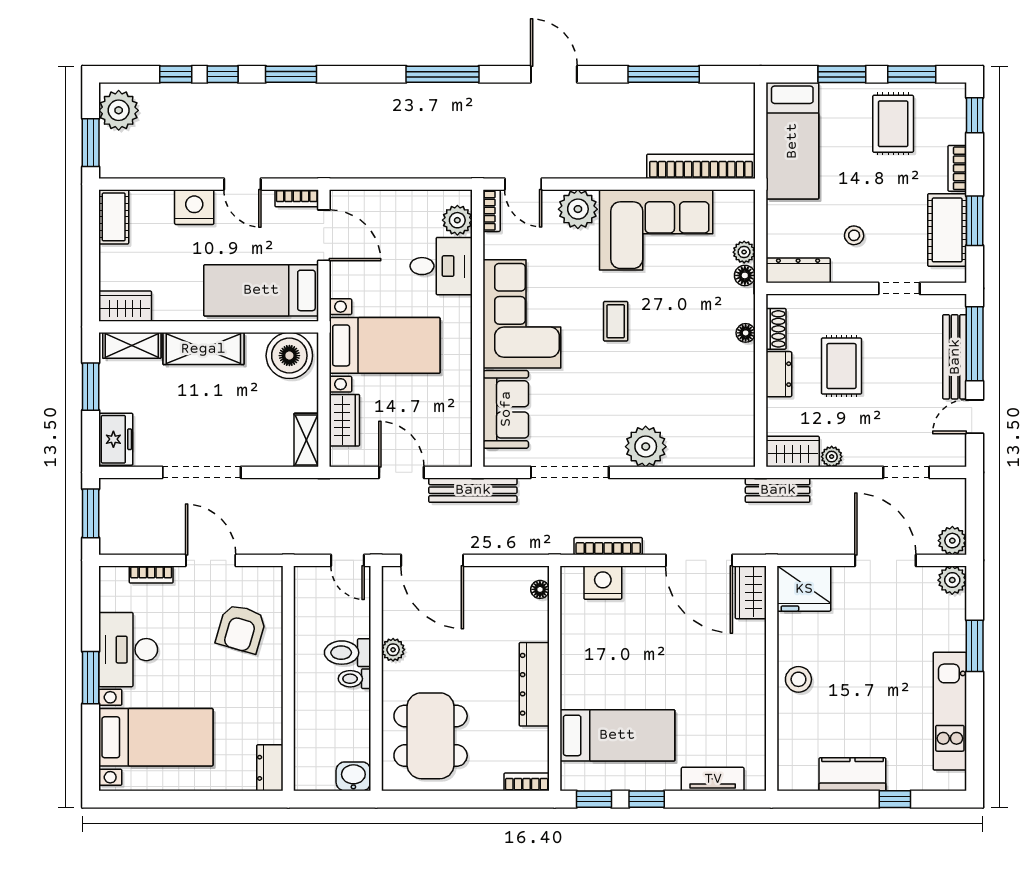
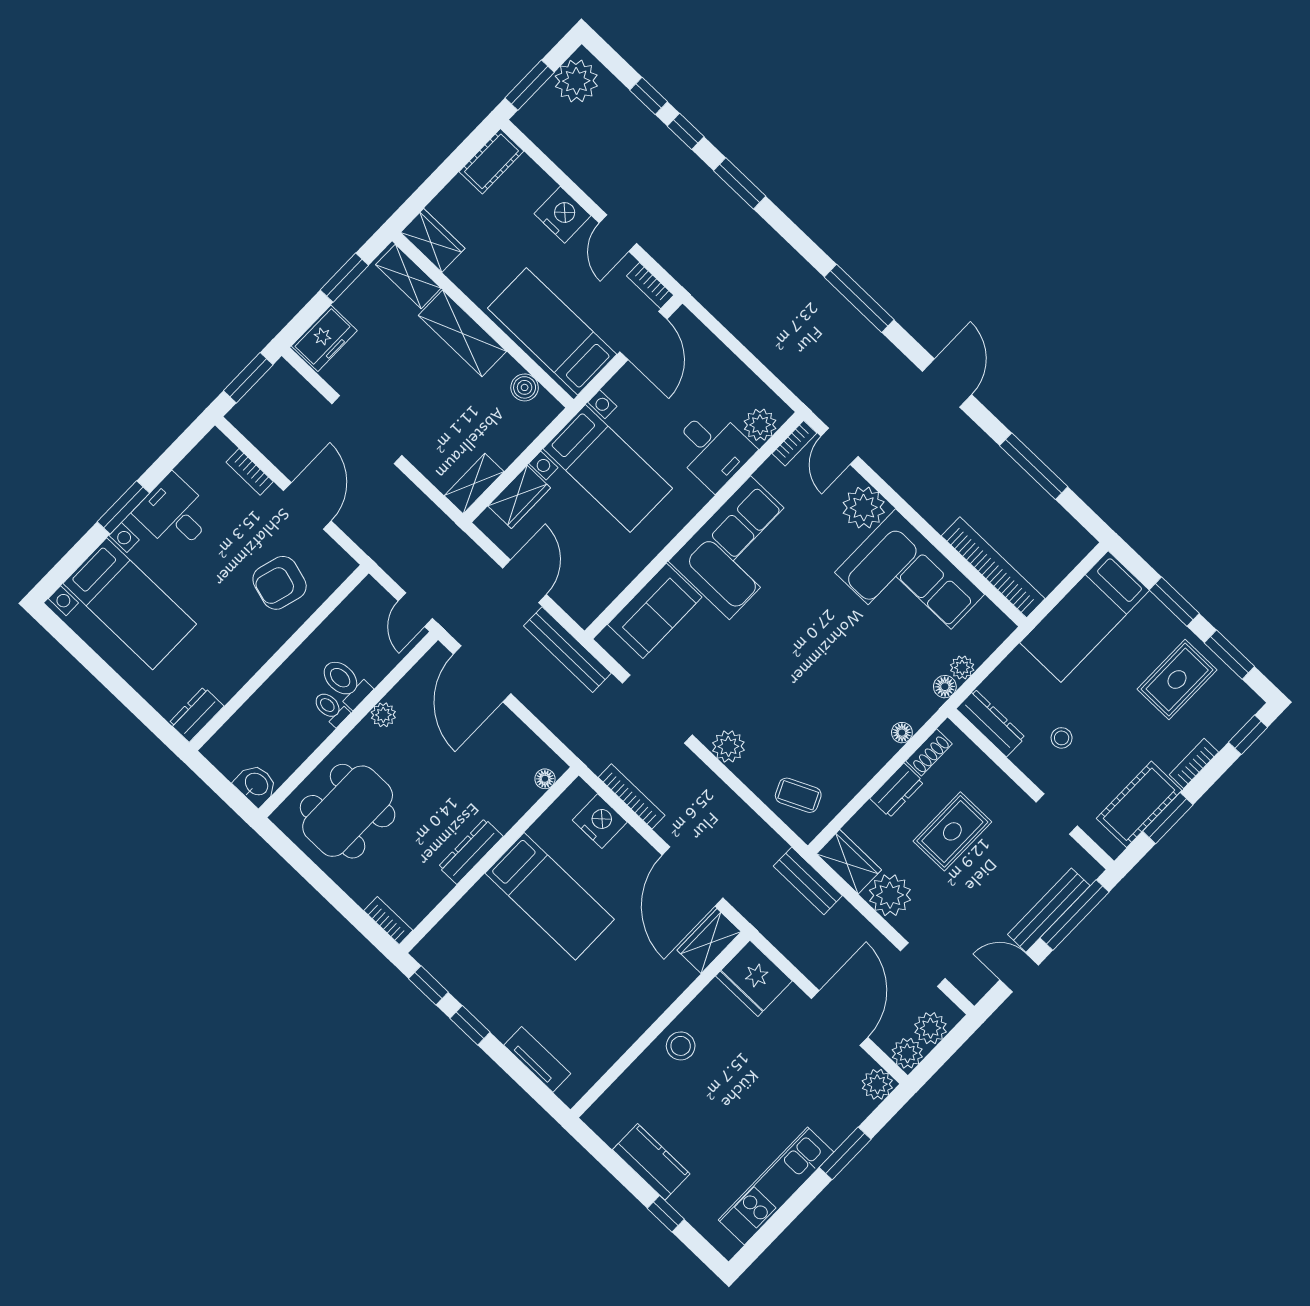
coffee table: (616, 321) -> (798, 795), moved, turned 65
boiler: (289, 356) -> (525, 387), width x0.54, depth x0.54
plant: (646, 447) -> (728, 746), width x0.73, depth x0.73
plant: (832, 457) -> (890, 895), width x1.88, depth x1.88
plant: (952, 509) -> (930, 1028), added
desk: (128, 650) -> (174, 514), width x0.73
dresser: (534, 684) -> (471, 851), width x0.73, depth x0.80
bed: (617, 735) -> (550, 896), moved

